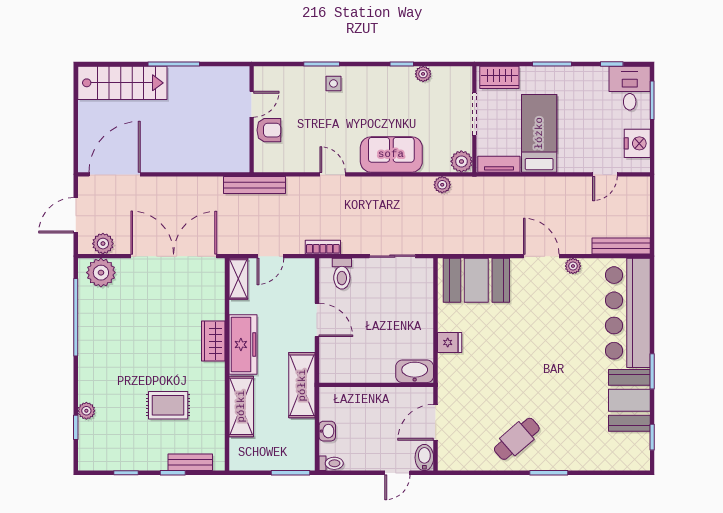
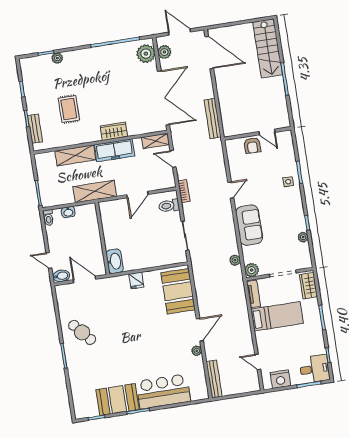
bench: (254, 185) -> (213, 119), moved
bar counter: (628, 313) -> (163, 391), width x0.73

